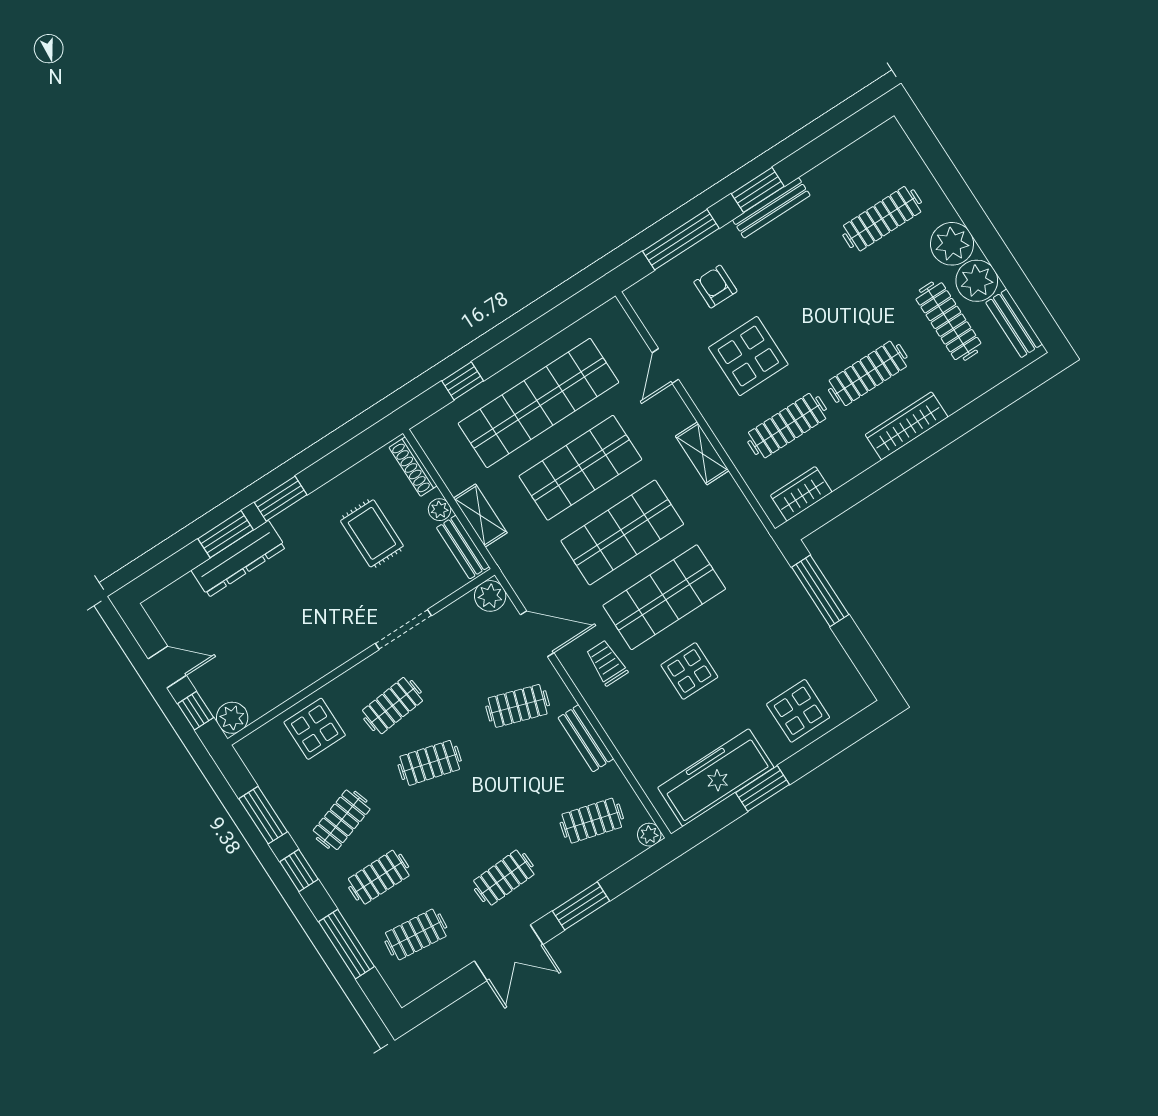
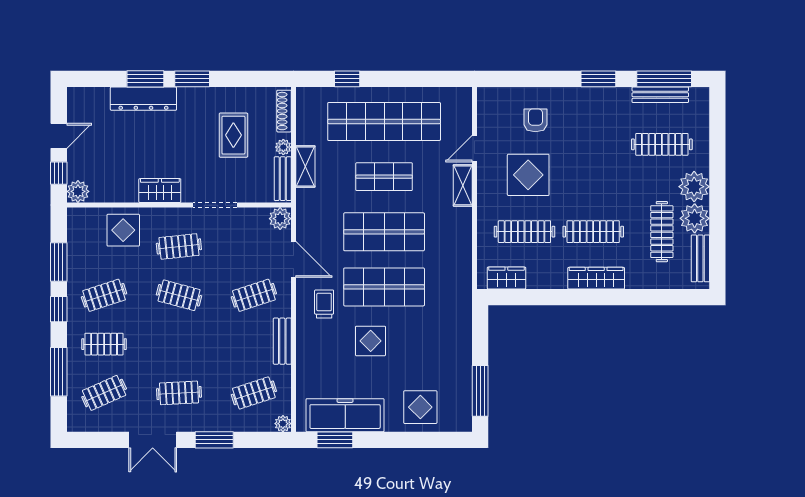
bench: (771, 208) -> (660, 95), moved
window: (681, 240) -> (664, 79), moved
shelving: (702, 453) -> (463, 185), moved
shop shelf: (580, 468) -> (384, 177), width x0.70, depth x0.74
window: (820, 591) -> (480, 391), moved
wardrobe: (328, 654) -> (160, 191), added
door: (167, 667) -> (59, 136), hinge flipped
clothes rail: (518, 706) -> (254, 295), turned -36
window: (762, 789) -> (335, 440), moved
clothes rail: (592, 821) -> (254, 393), turned -33
clothes rail: (416, 934) -> (104, 393), turned -30

